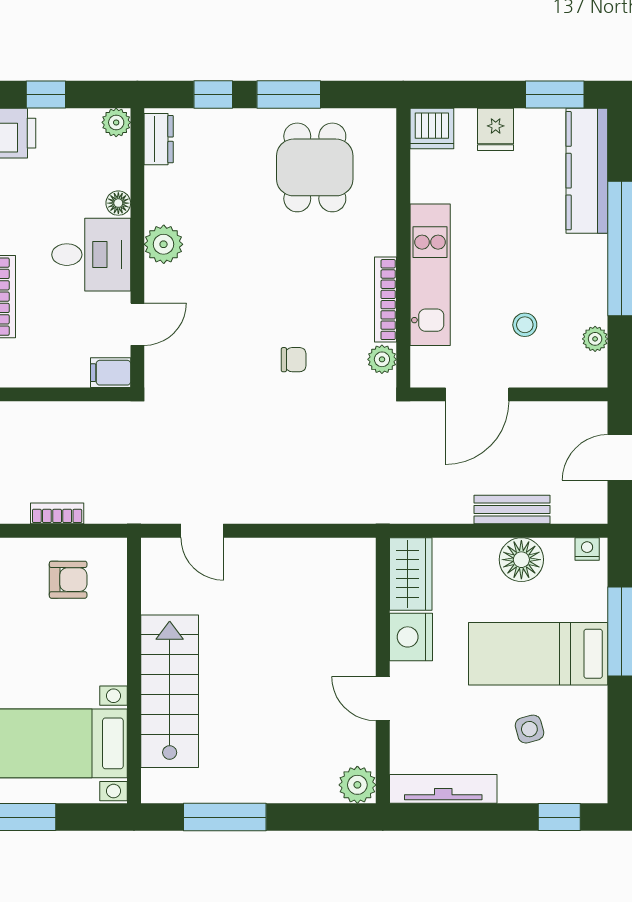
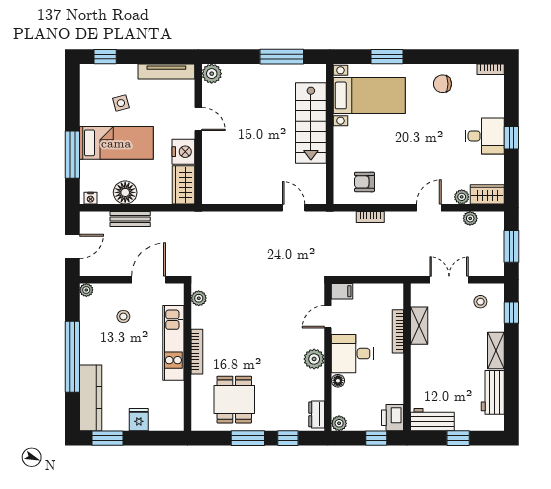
dishwasher: (432, 128) -> (172, 420), removed
bookcase: (386, 300) -> (197, 352), moved
plant: (595, 339) -> (86, 290), moved
chair: (294, 360) -> (245, 298), removed

